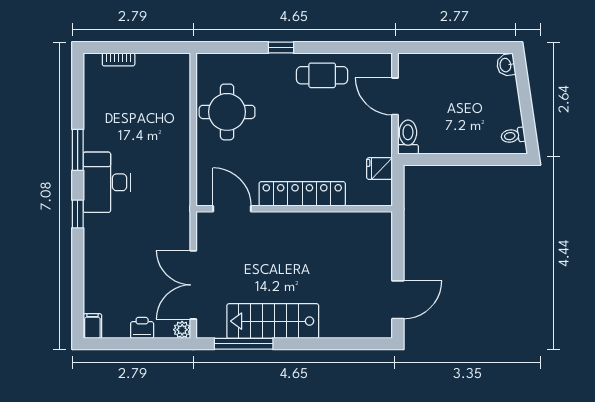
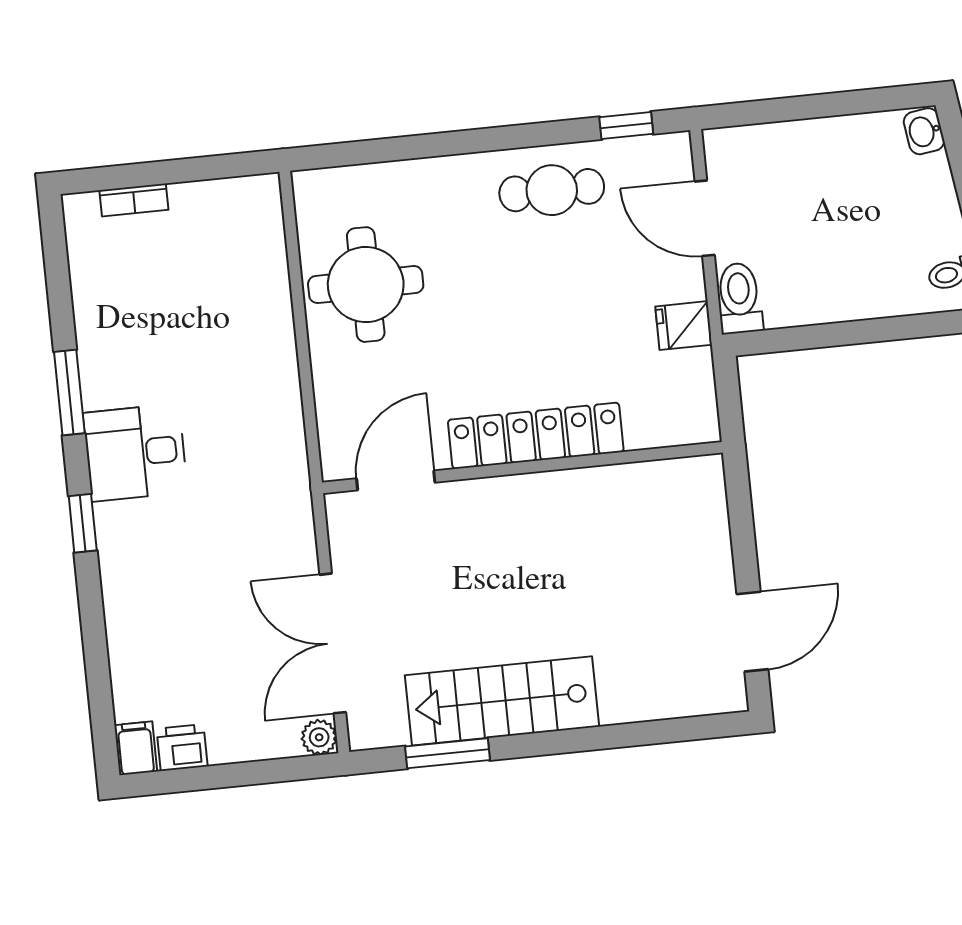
window: (281, 48) -> (626, 125), moved
fridge: (380, 169) -> (684, 326), moved
desk: (107, 182) -> (135, 453), width x0.73
door: (232, 209) -> (396, 480), hinge flipped
printer: (142, 328) -> (182, 748), moved
window: (244, 344) -> (447, 753), width x0.69

